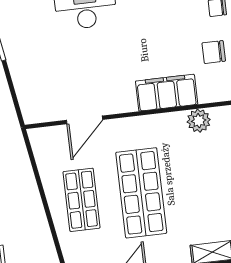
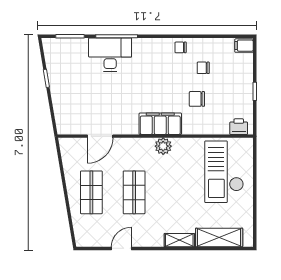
plant: (199, 121) -> (163, 146), moved
shop shelf: (141, 193) -> (134, 192), width x0.70, depth x0.74

